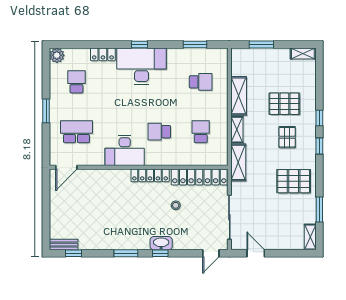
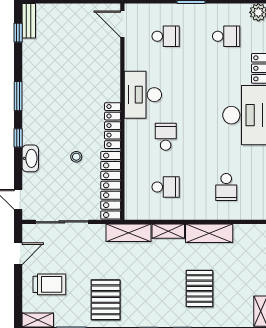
school desk: (76, 132) -> (166, 36), width x0.54
pallet: (287, 137) -> (159, 292), removed
trolley: (281, 227) -> (49, 284), added
washbasin: (161, 243) -> (30, 158), moved

